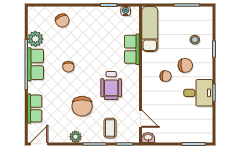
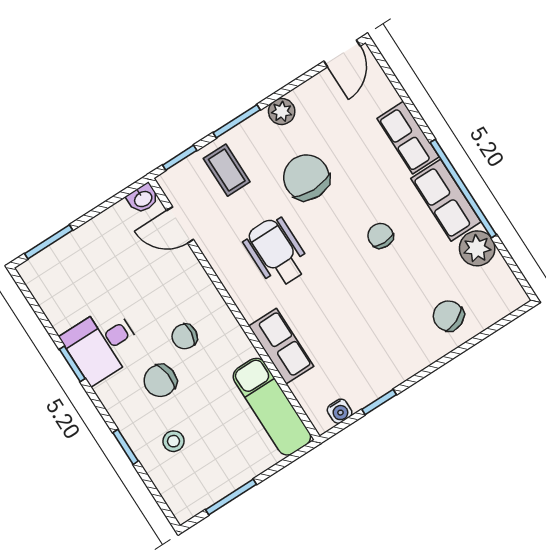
row of seats: (35, 109) -> (408, 138), moved

